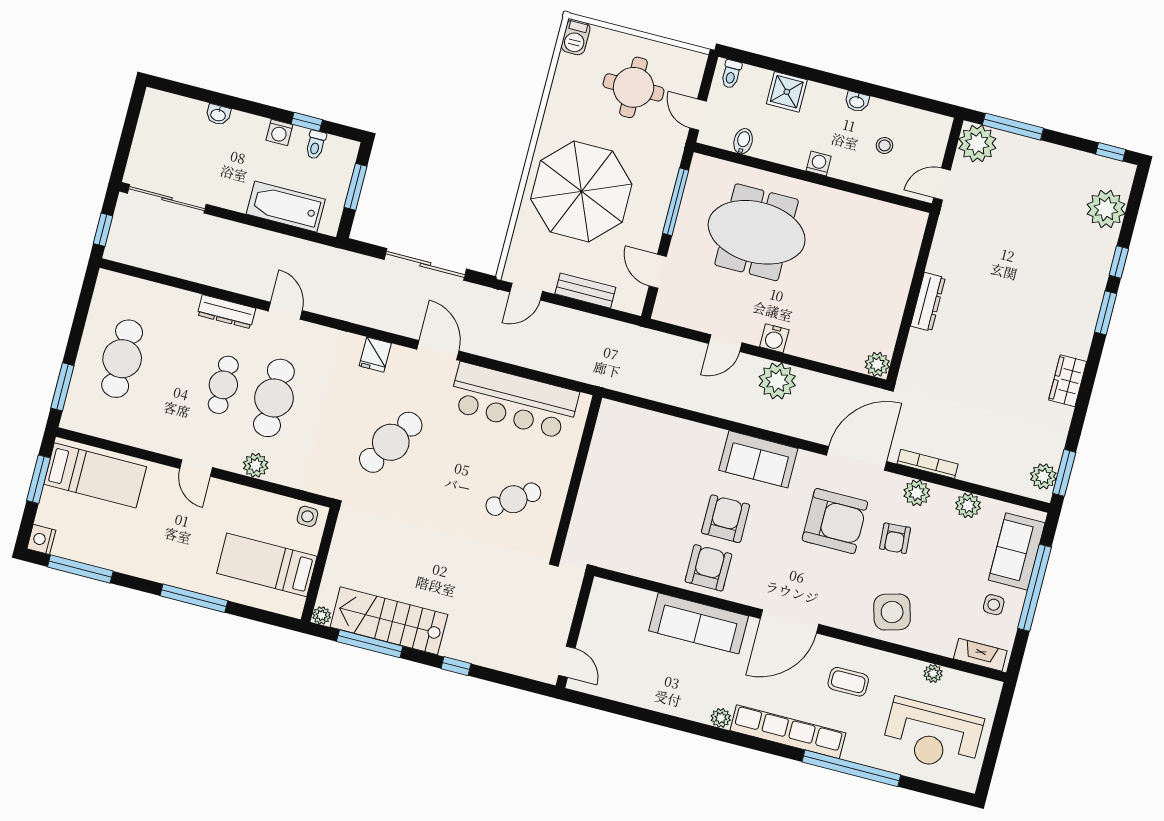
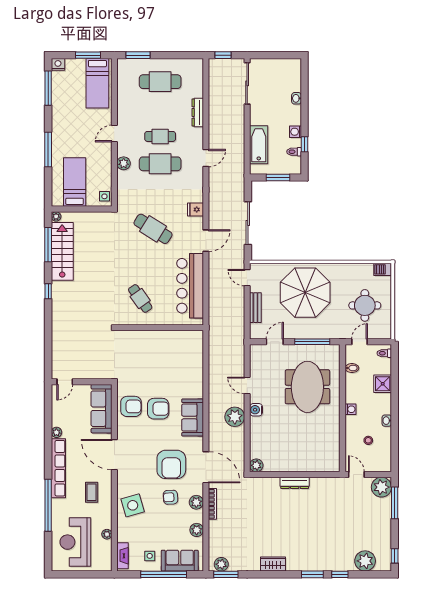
dresser: (226, 312) -> (198, 112), moved
wall: (575, 631) -> (82, 382), moved
door: (567, 662) -> (65, 382), moved

